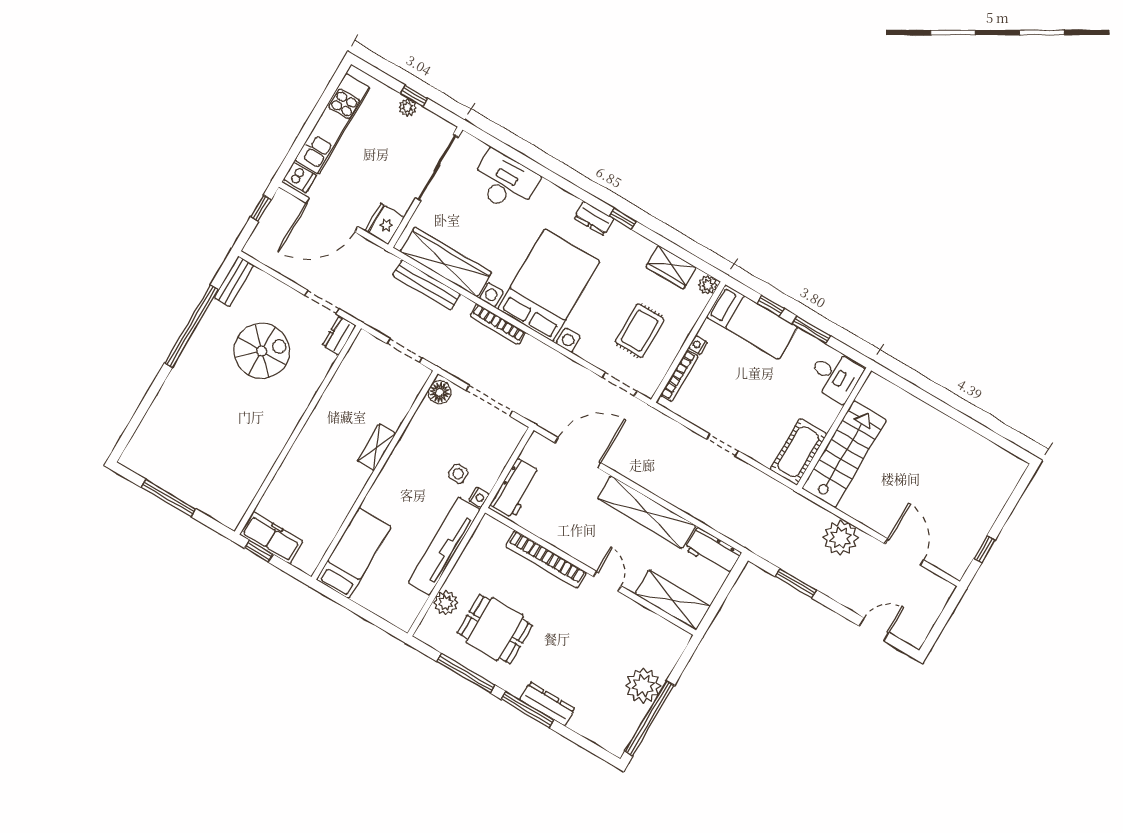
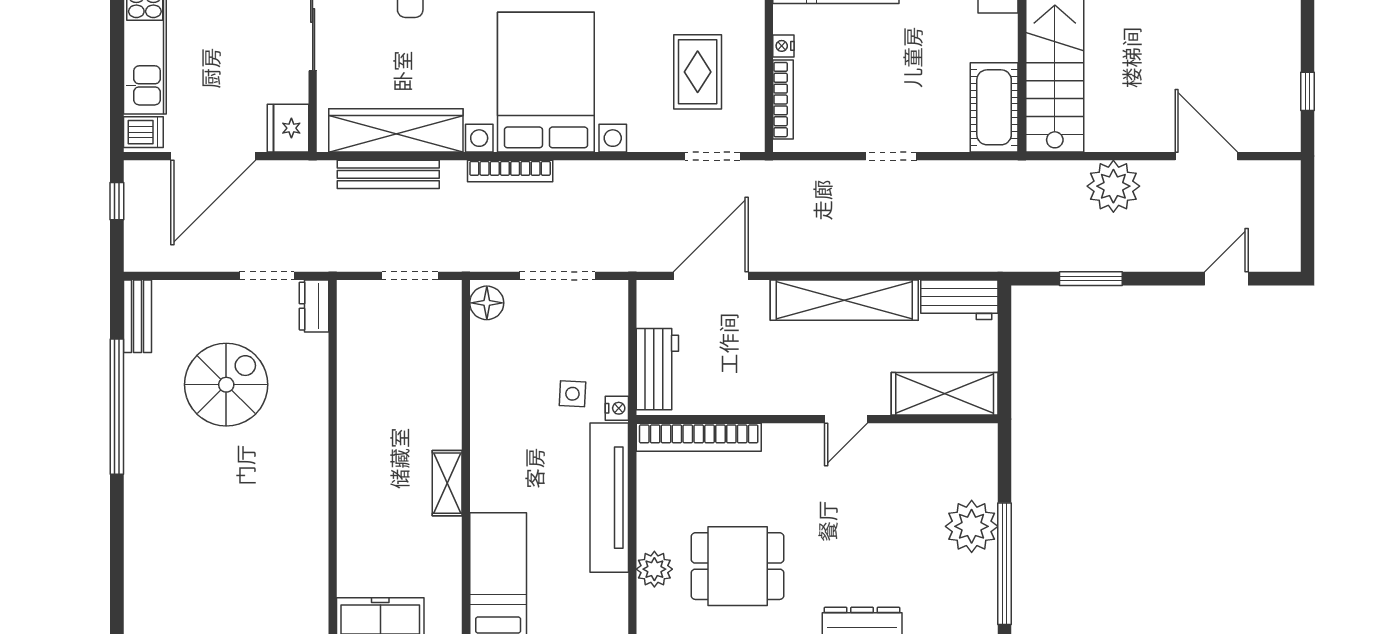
shelving: (376, 447) -> (447, 483), moved
bookcase: (546, 559) -> (699, 437), moved
door: (607, 581) -> (846, 419), swing flipped

